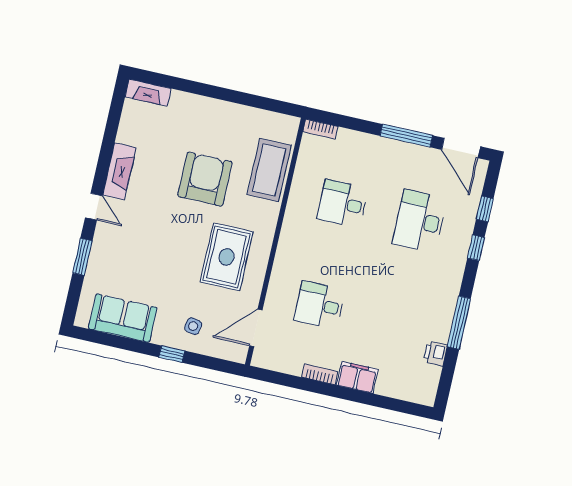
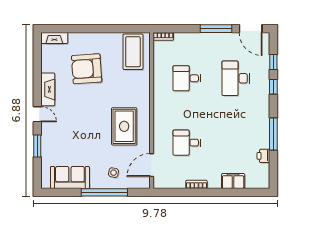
coffee table: (269, 170) -> (133, 52), moved
armchair: (205, 179) -> (87, 69), moved, turned -94
window: (172, 354) -> (104, 192), width x3.17
filing cabinet: (357, 377) -> (233, 181), moved

